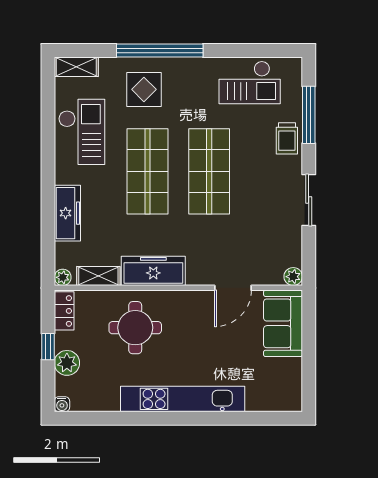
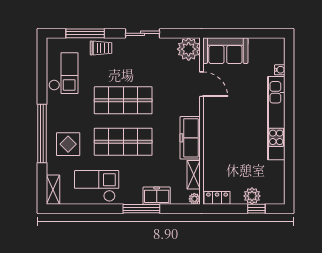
window: (48, 198) -> (141, 209), added
freezer: (67, 213) -> (157, 196), width x0.71
plant: (293, 277) -> (189, 49), width x1.88, depth x1.88
round table: (135, 328) -> (228, 150), removed
window: (48, 347) -> (256, 209), moved
water cooler: (62, 404) -> (280, 70), moved

